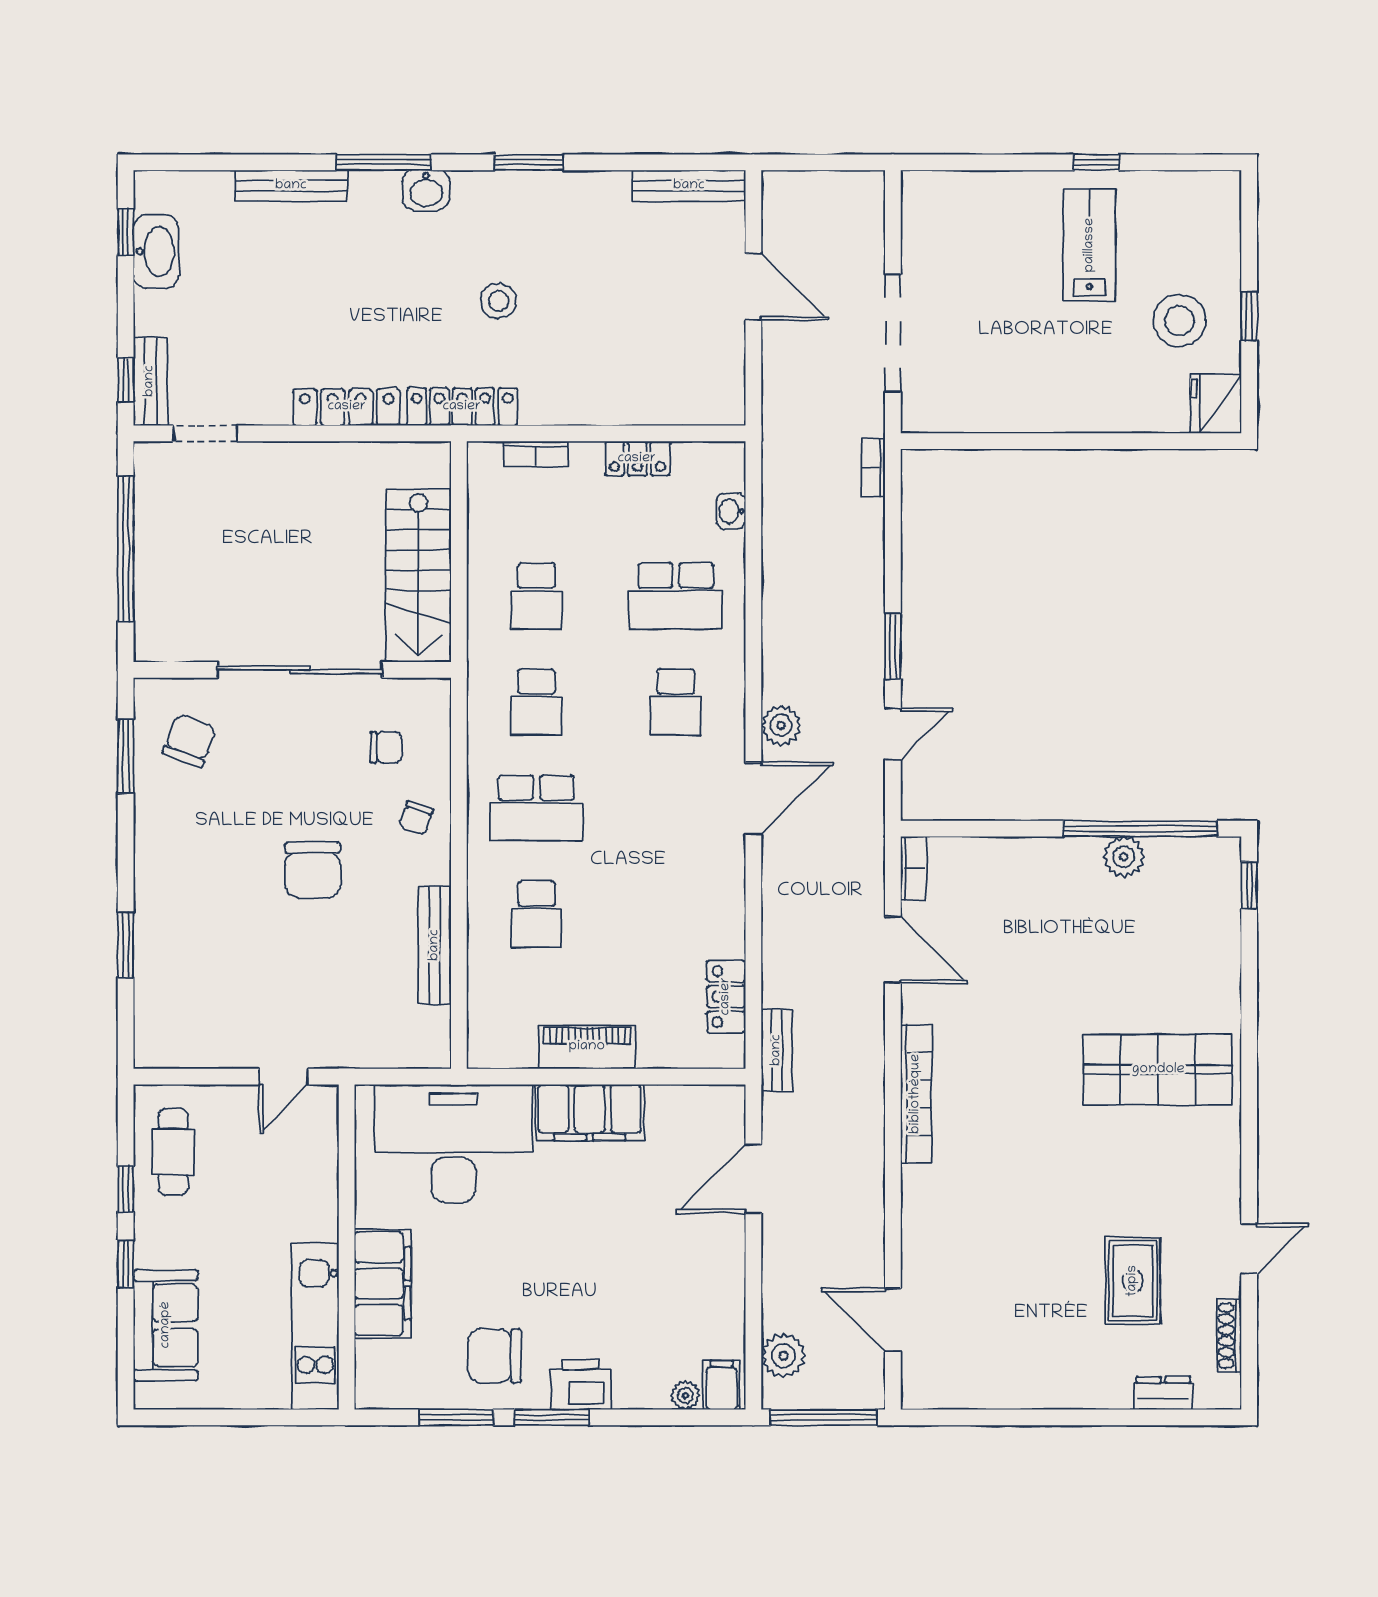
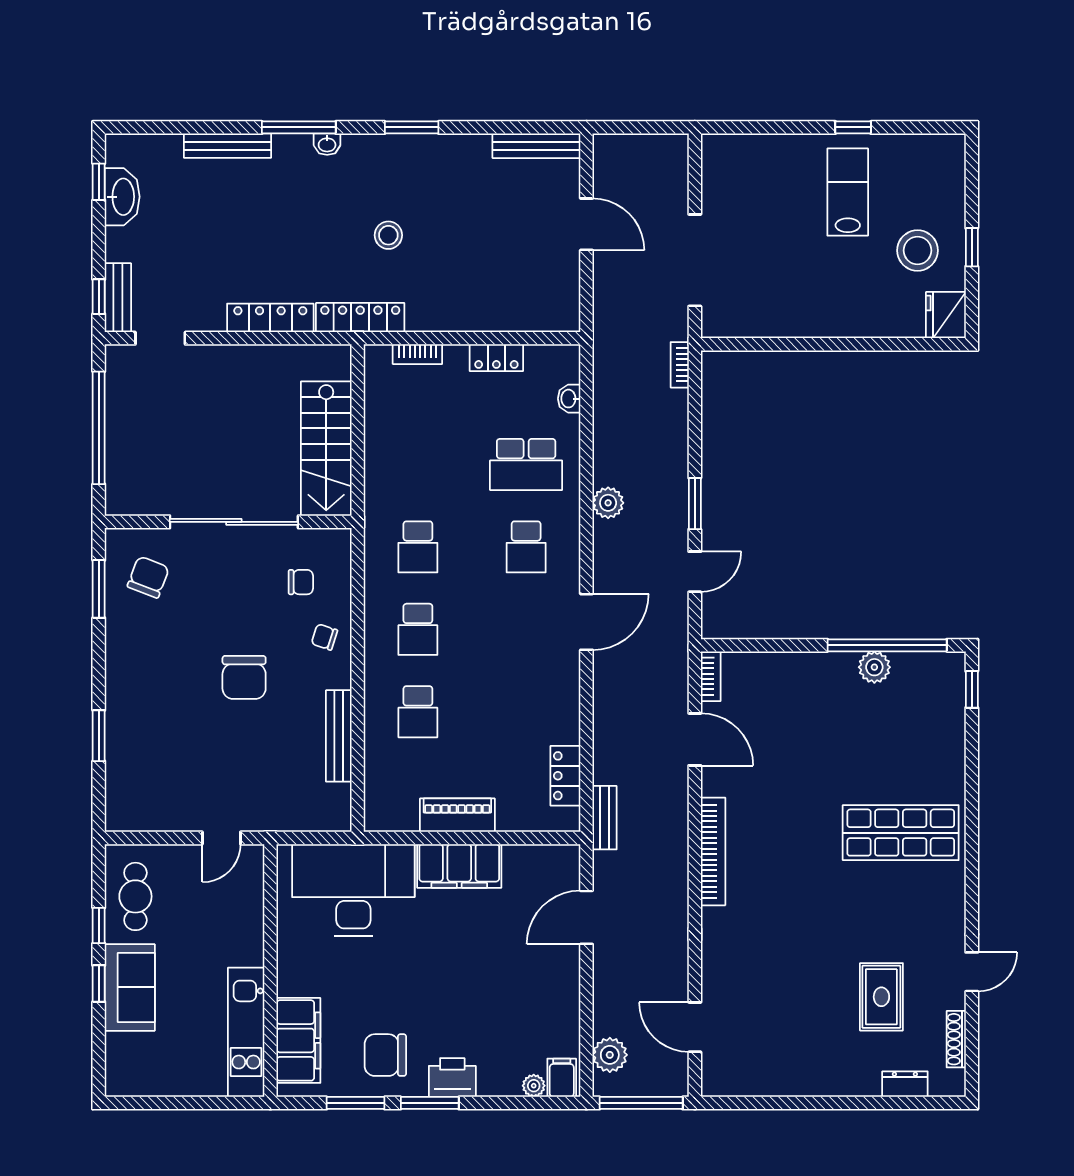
washbasin: (426, 190) -> (327, 144), width x0.72, depth x0.69
school desk: (536, 596) -> (418, 464), removed
plant: (781, 725) -> (608, 503), moved
school desk: (536, 808) -> (418, 629), width x0.54
chair: (416, 818) -> (324, 637), turned 89
filing cabinet: (383, 1284) -> (298, 1040), moved
sofa: (166, 1325) -> (130, 987), moved

